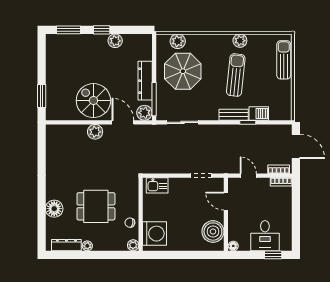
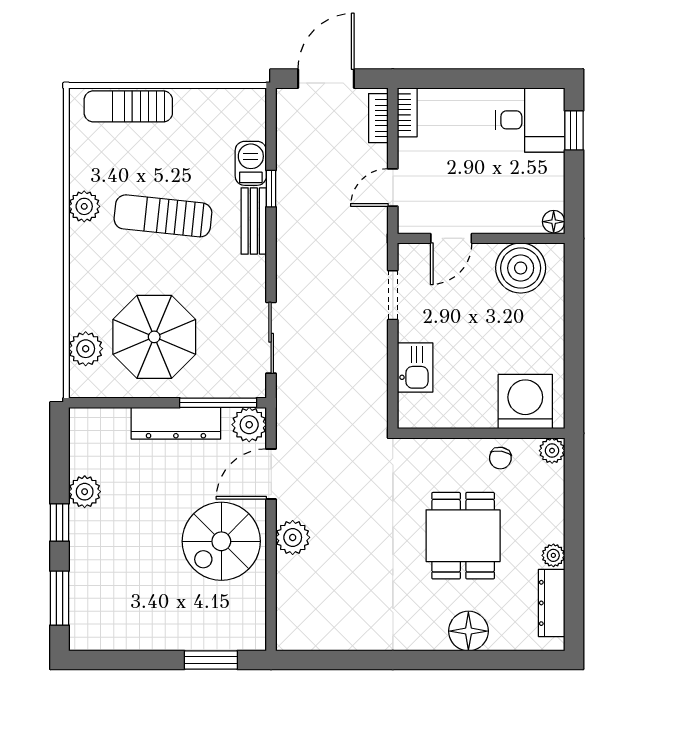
kitchen sink: (157, 185) -> (415, 367), moved
desk: (265, 236) -> (530, 120), moved

